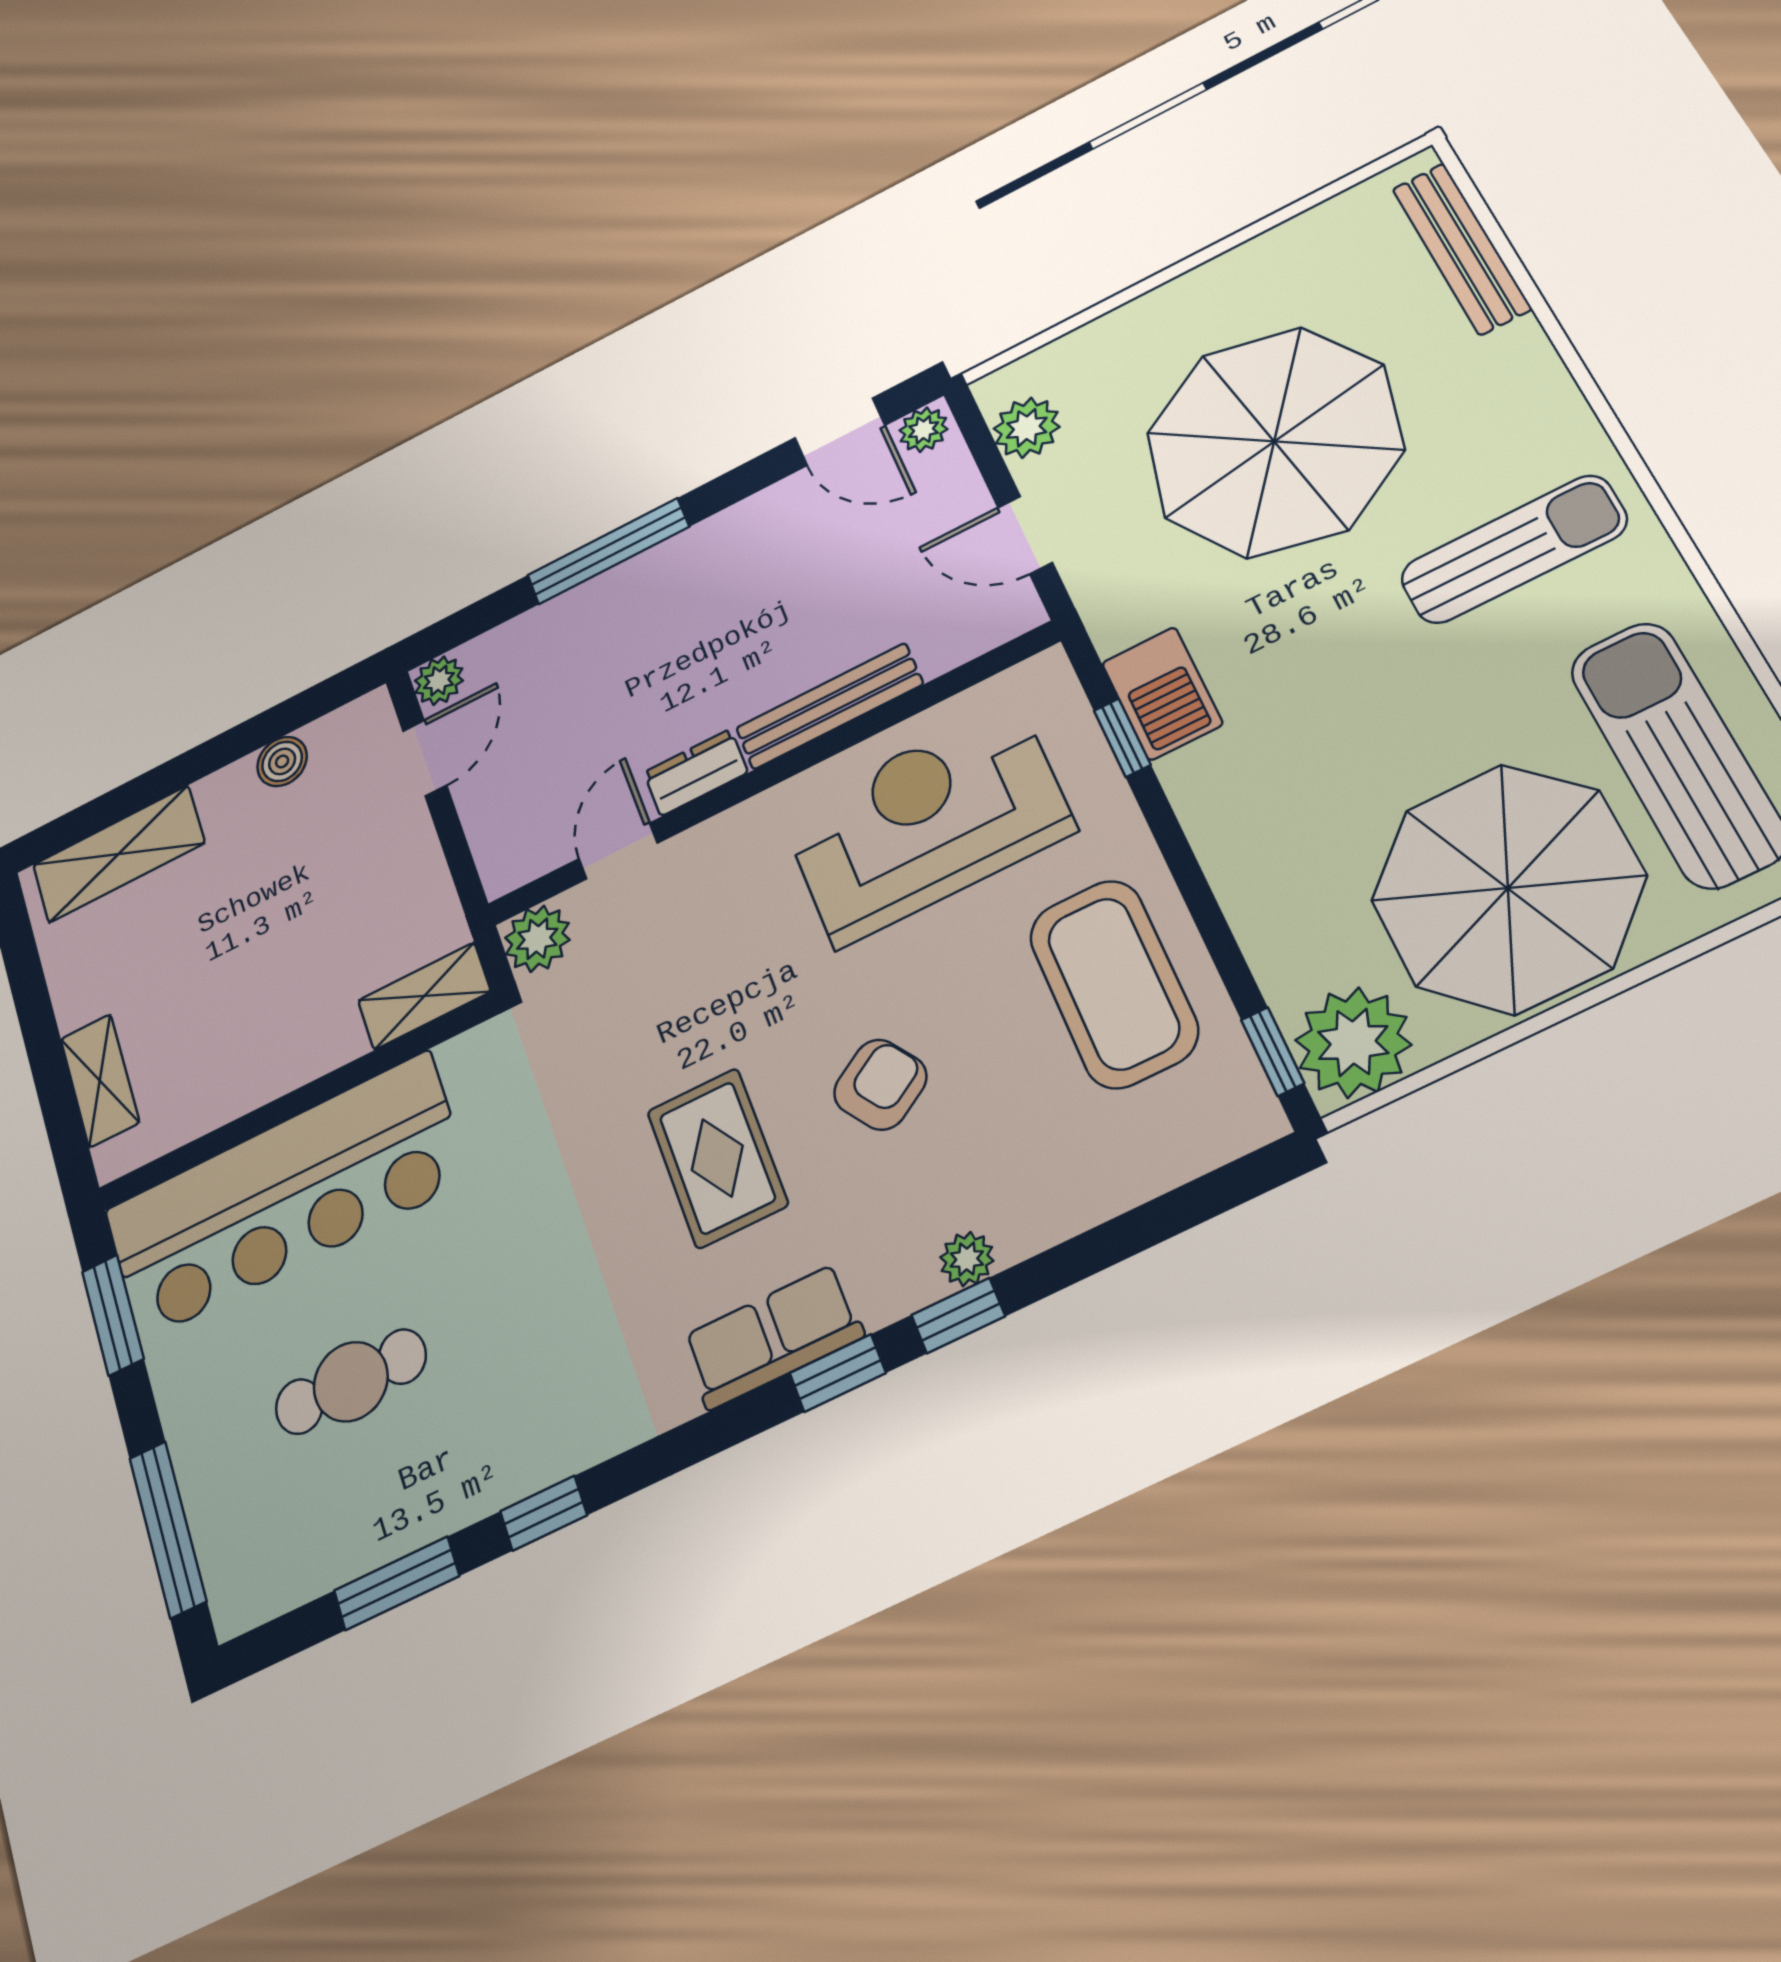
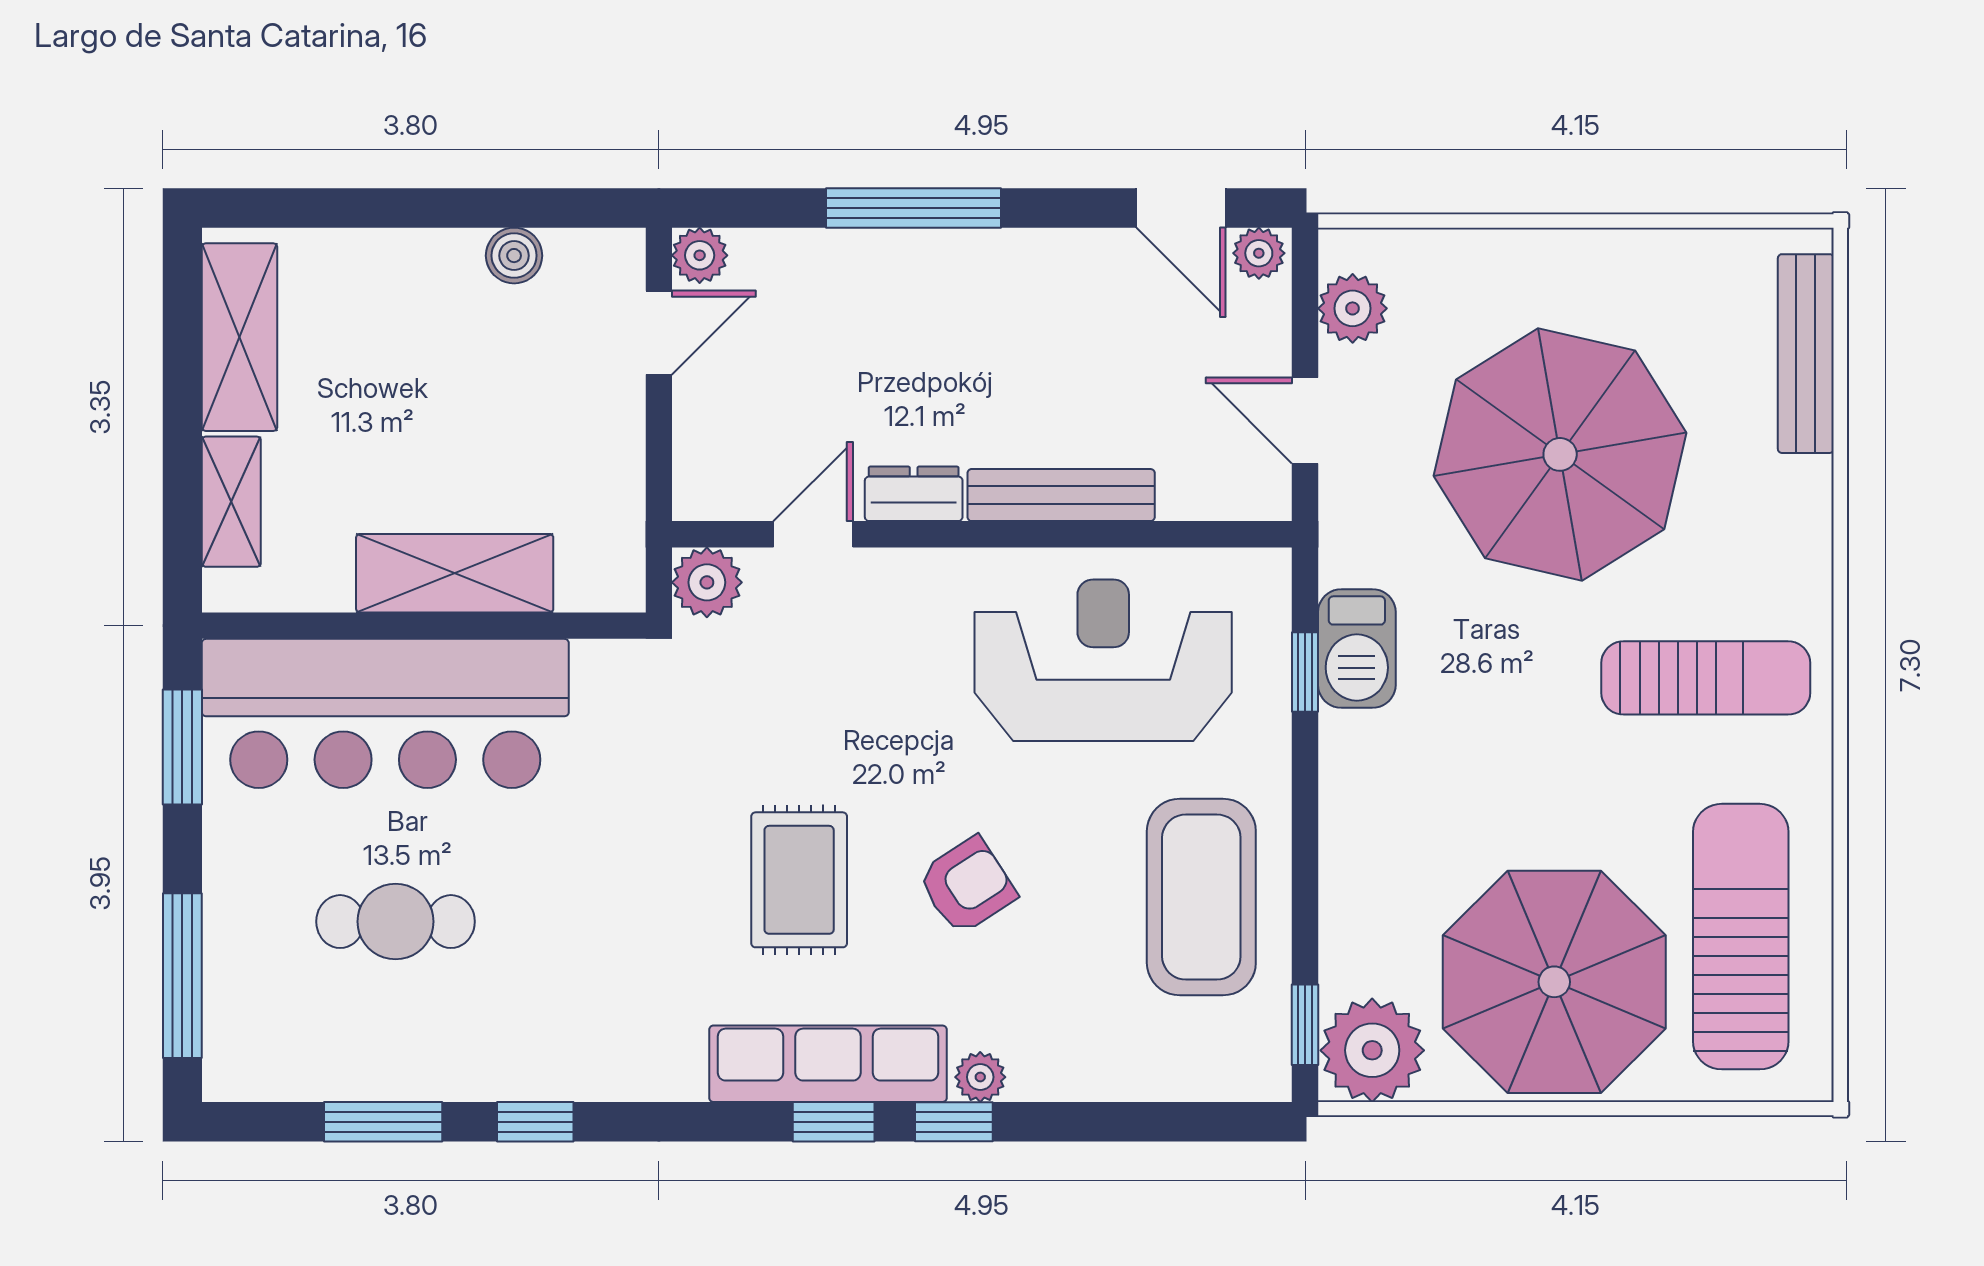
shelving: (119, 854) -> (240, 337), moved, turned 90
shelving: (424, 996) -> (455, 573), moved, width x1.50, depth x1.33
row of seats: (773, 1337) -> (828, 1064), width x1.48

